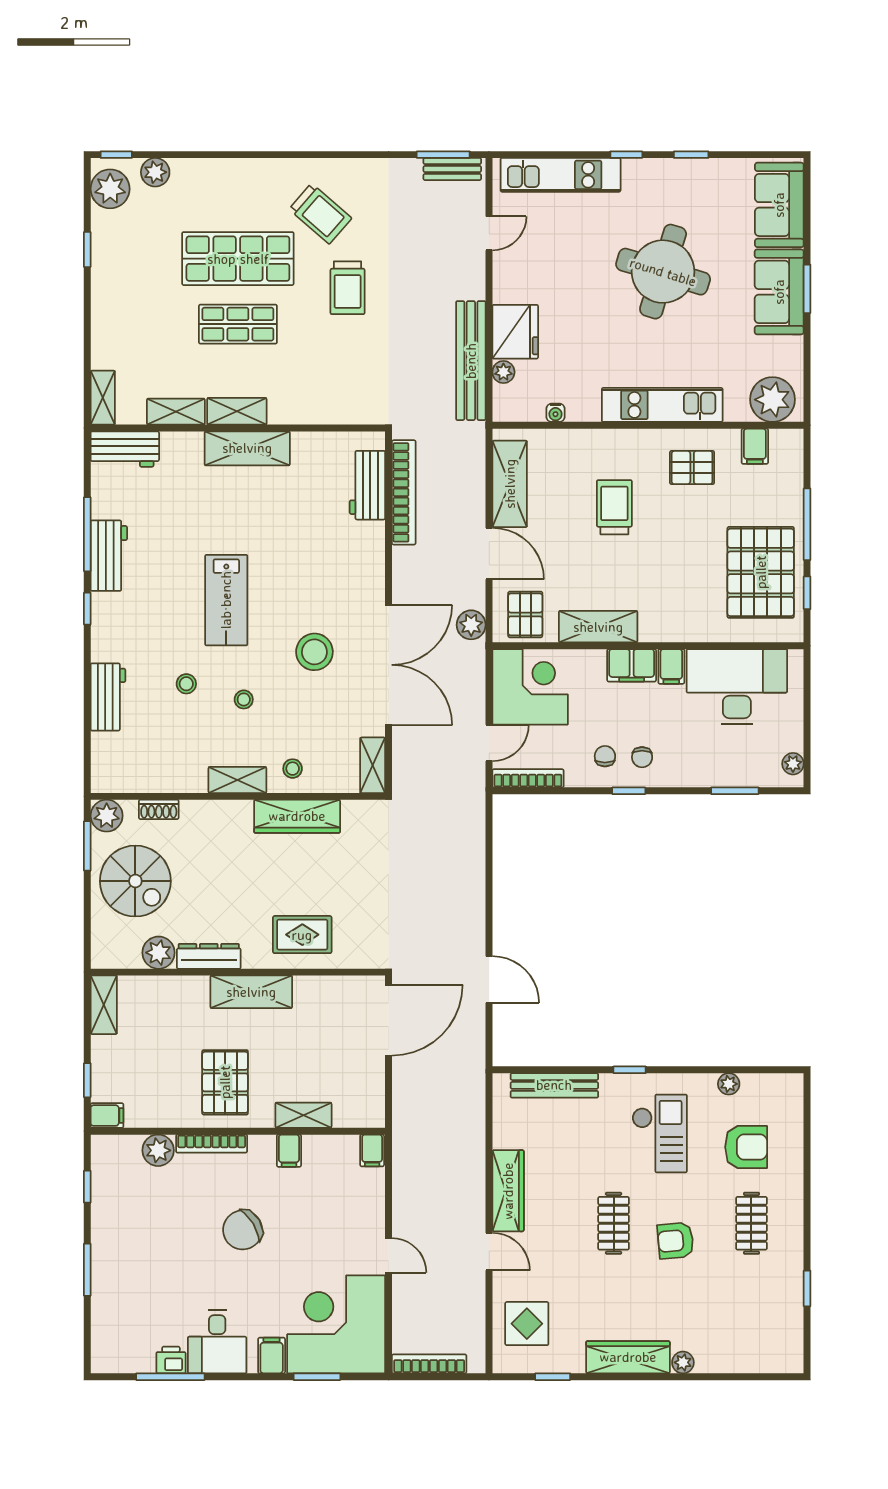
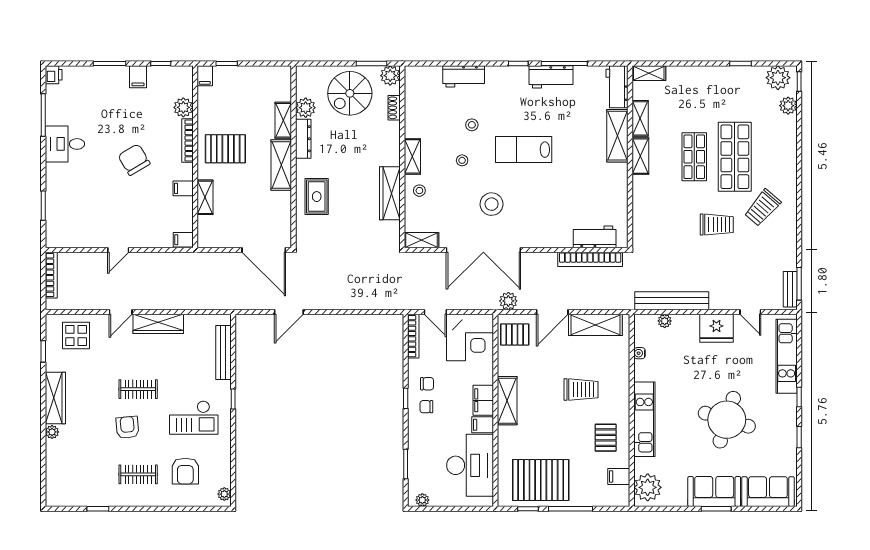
trolley: (348, 288) -> (717, 225), turned 180
fridge: (515, 332) -> (716, 328), moved
shelving: (247, 448) -> (617, 136), moved
shelving: (598, 627) -> (507, 401), moved
shelving: (104, 1005) -> (283, 120), moved, turned 90
plant: (729, 1084) -> (224, 494), moved
corner desk: (336, 1324) -> (76, 218), removed
filing cabinet: (272, 1355) -> (138, 77), moved, turned 90
printer: (171, 1360) -> (54, 75), moved

